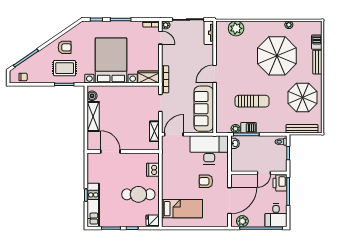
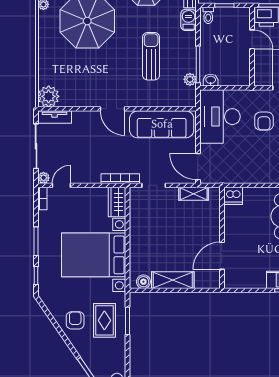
plant: (236, 28) -> (49, 96), moved
barbecue: (248, 128) -> (189, 20), moved
dishwasher: (153, 170) -> (233, 196), moved

